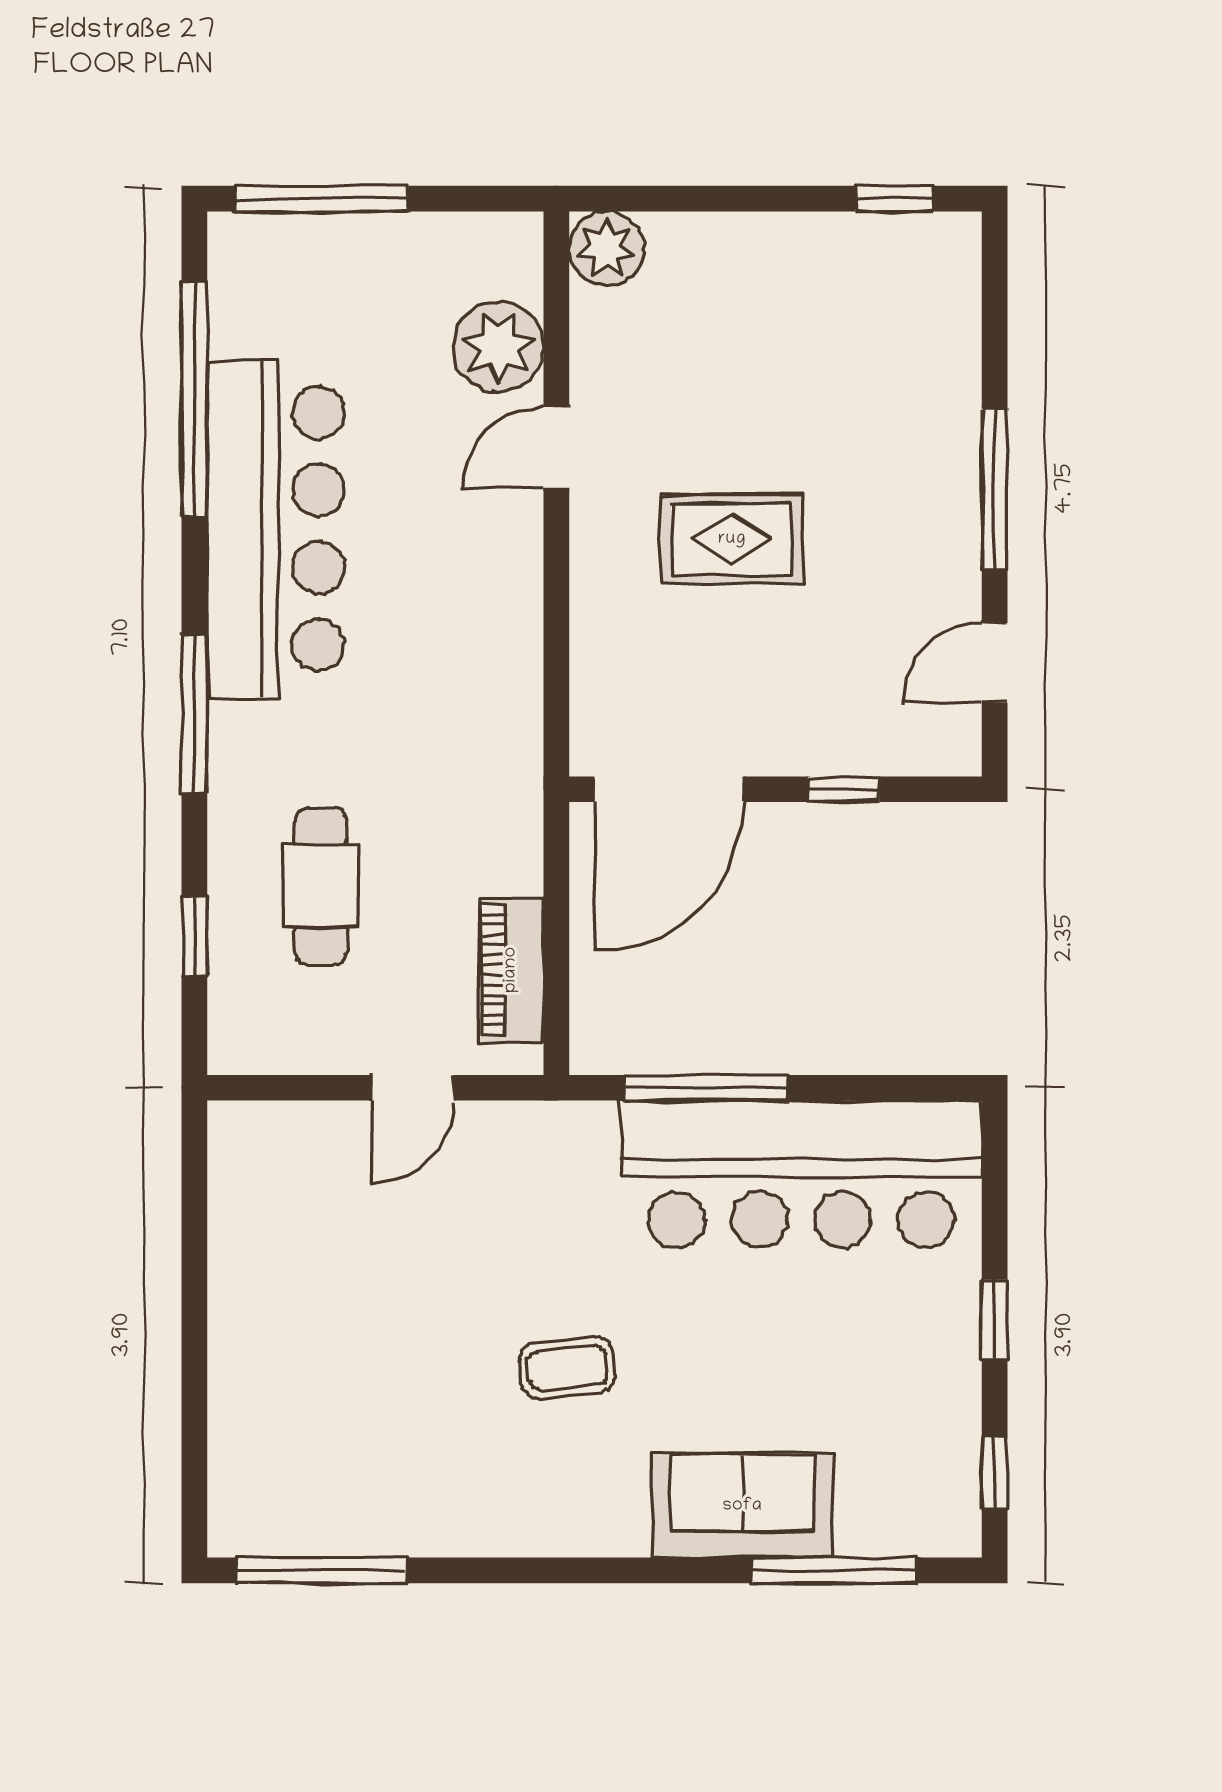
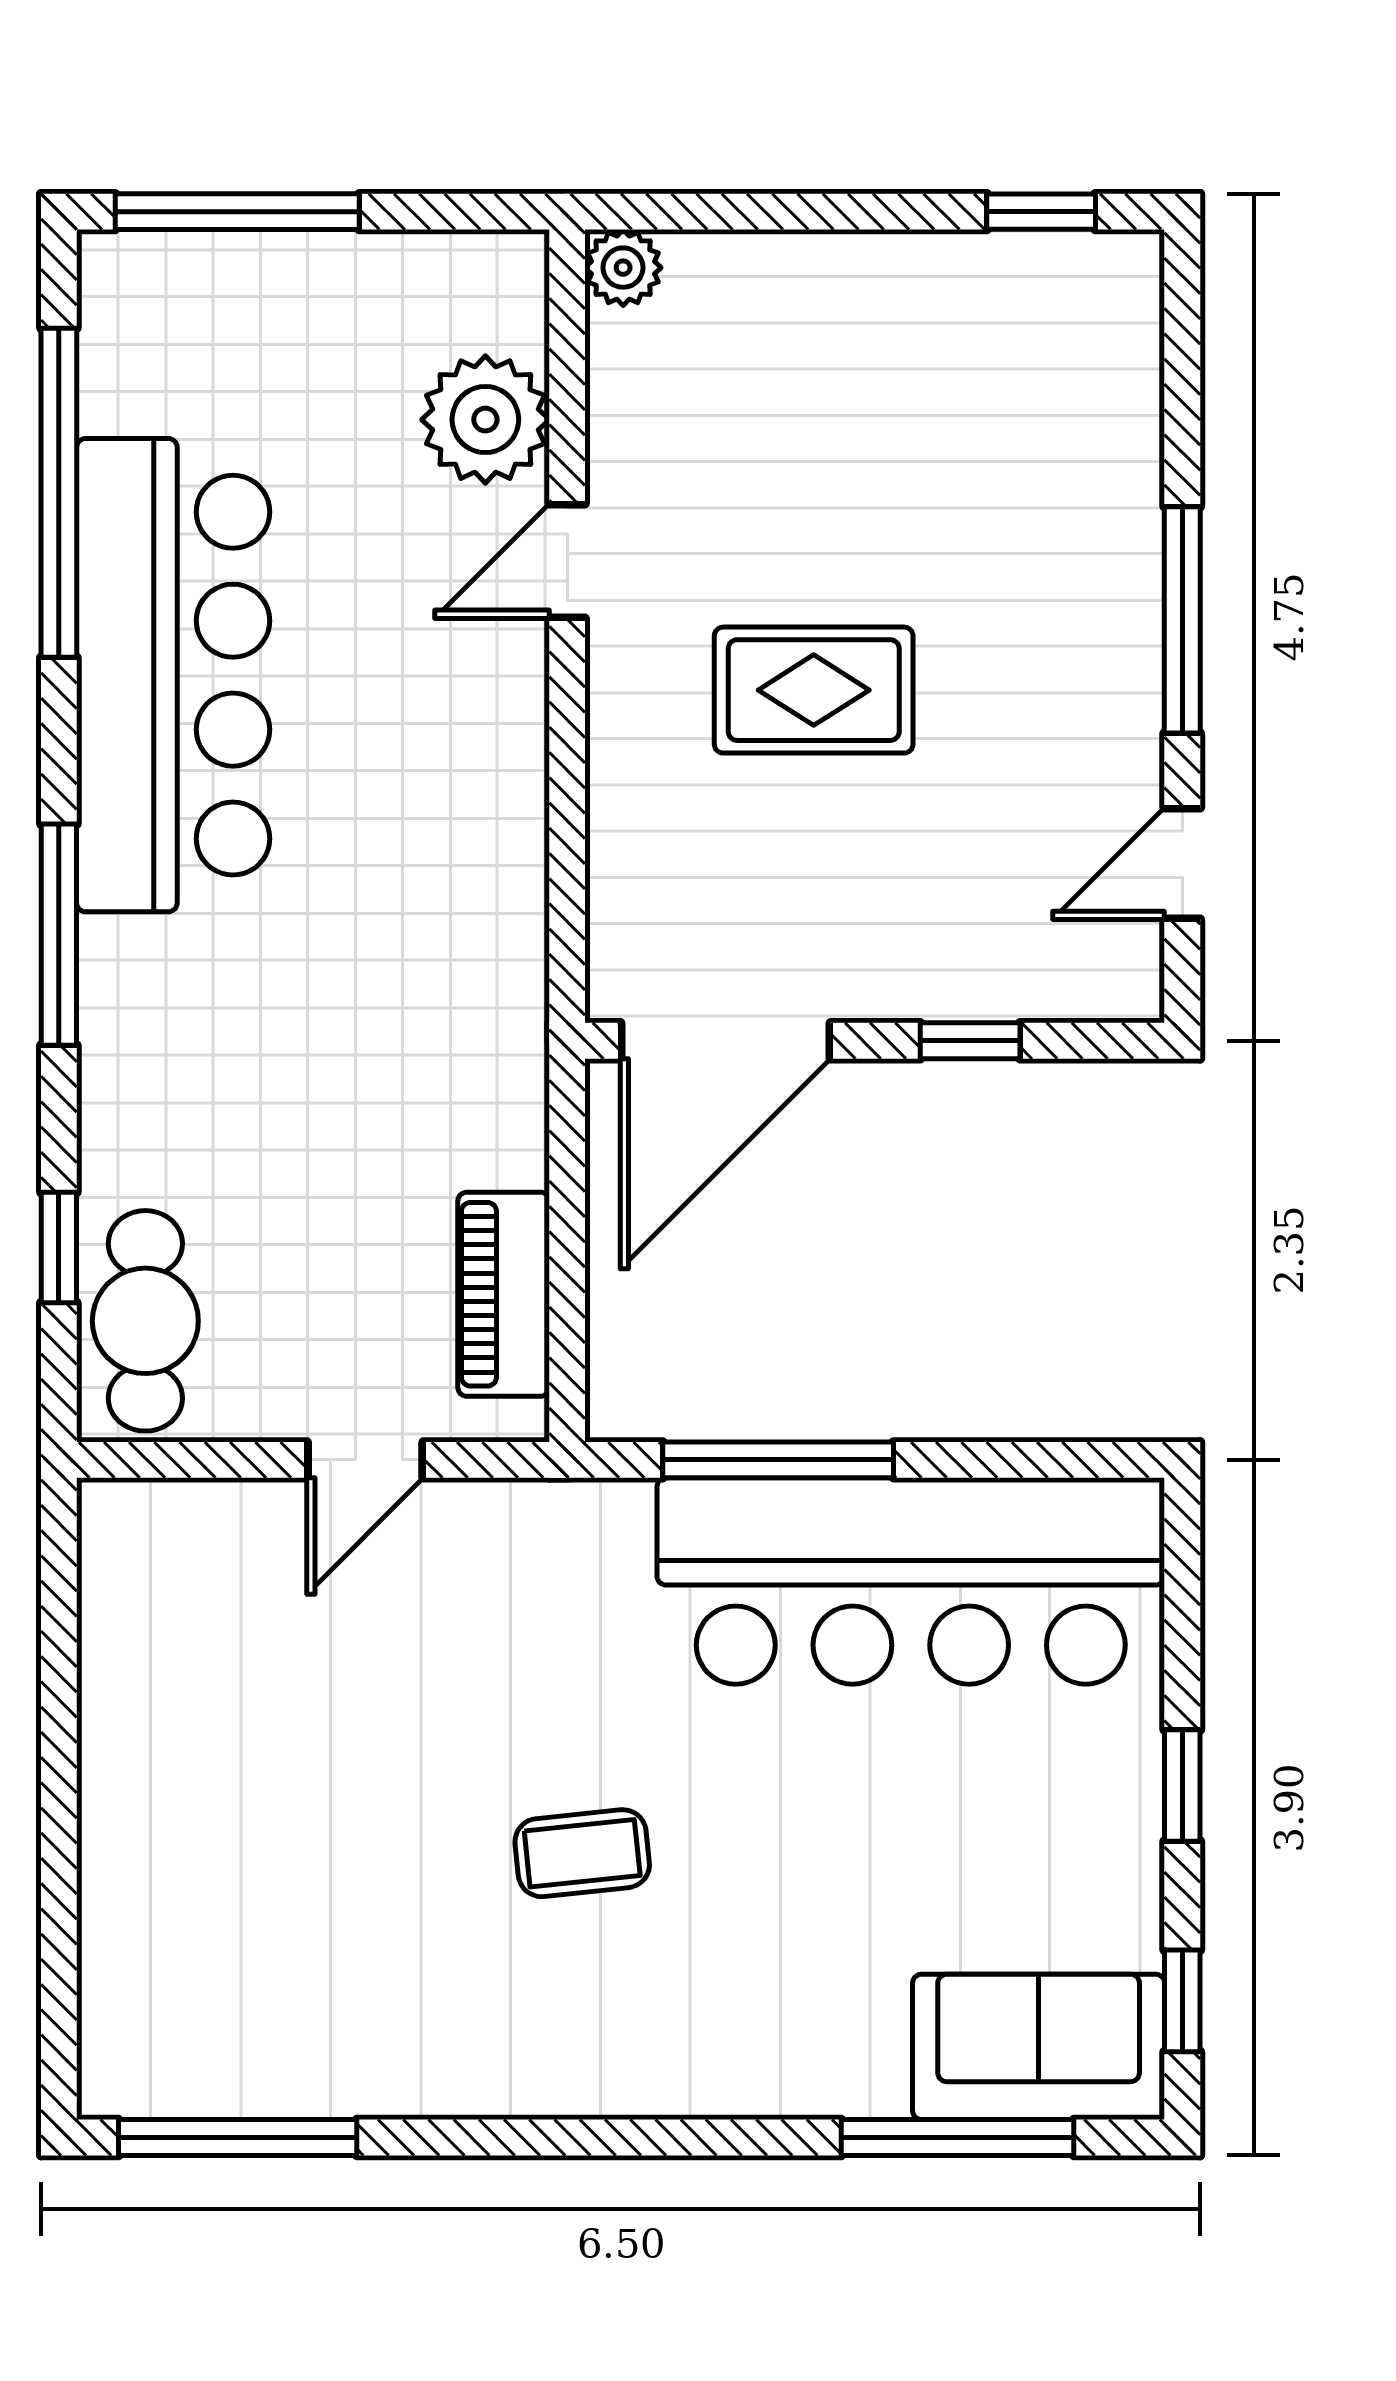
plant: (606, 249) -> (623, 268), width x0.73, depth x0.73
cafe table: (321, 886) -> (145, 1321), moved
sofa: (742, 1506) -> (1039, 2047), moved

